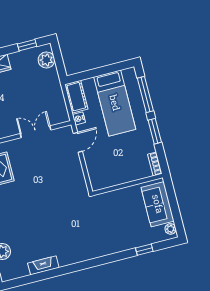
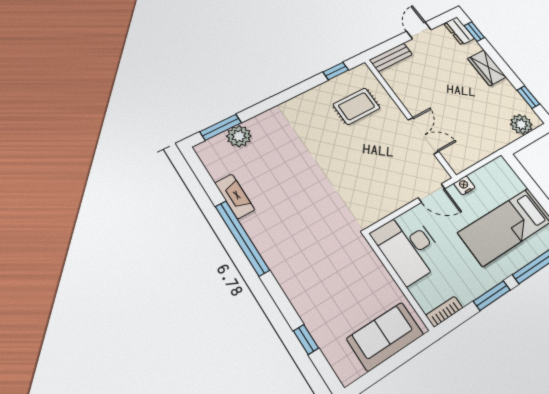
cot: (76, 97) -> (492, 174), removed
desk: (109, 170) -> (409, 247), added
plant: (171, 229) -> (353, 371), removed
window: (72, 268) -> (242, 238), added

